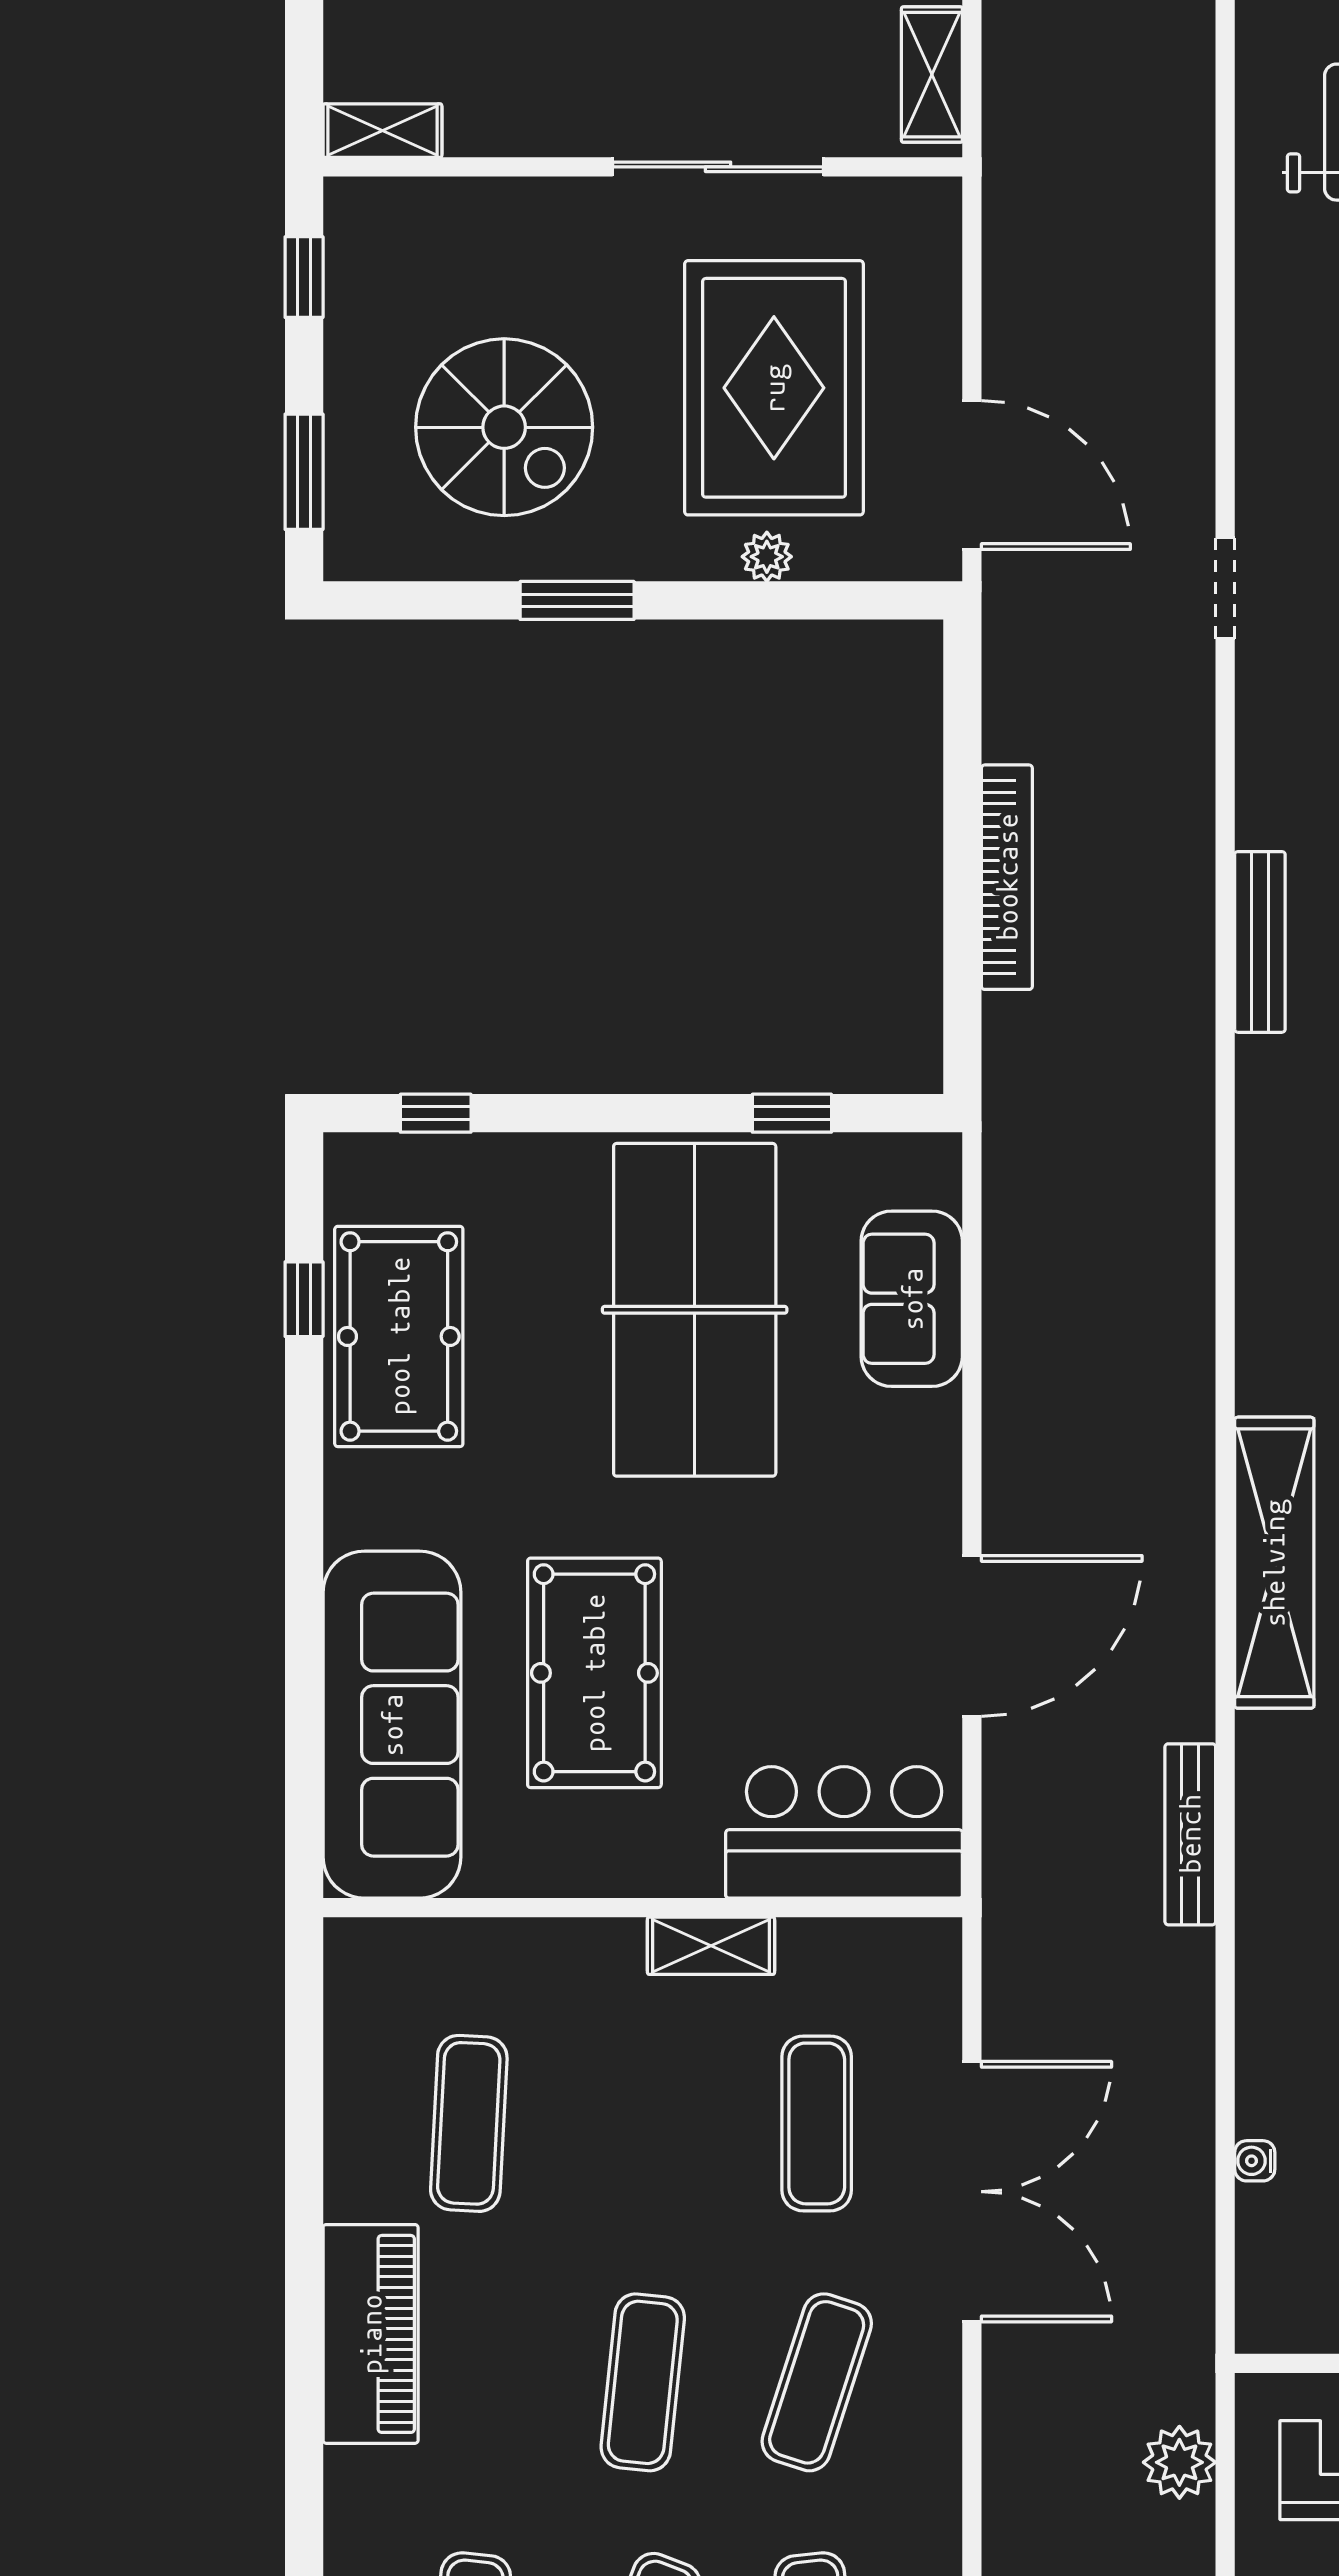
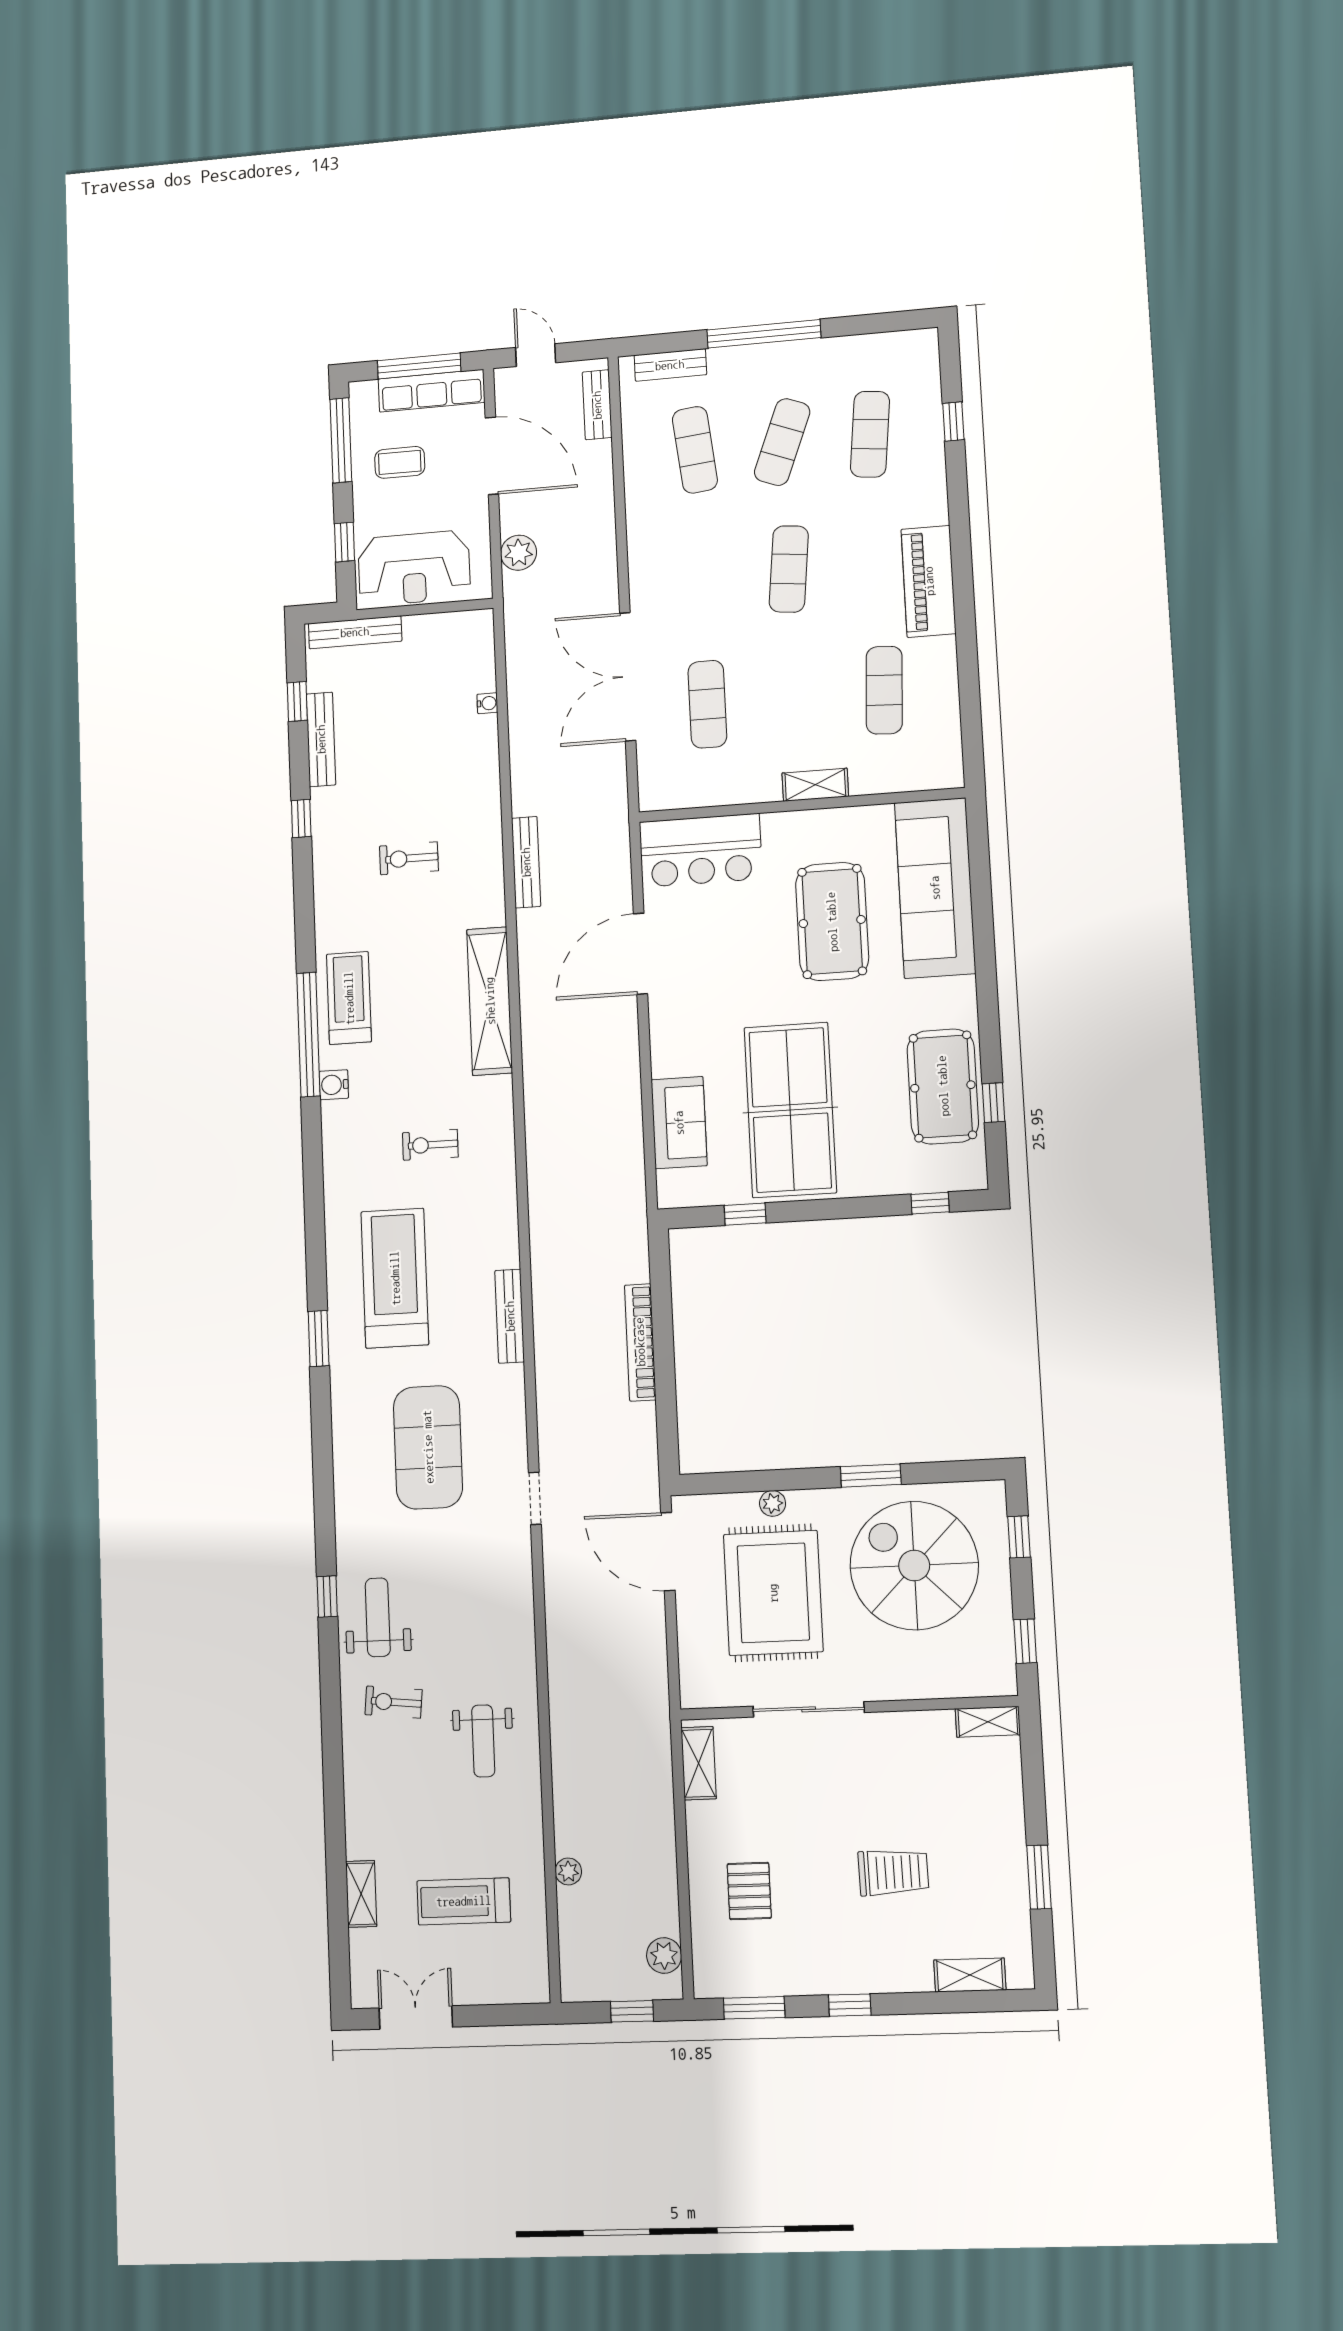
spiral stairs: (504, 427) -> (914, 1566), width x1.37, depth x1.37
window: (304, 472) -> (1019, 1537), width x0.67
shelving: (711, 1946) -> (815, 785), moved
exercise mat: (817, 2382) -> (701, 576), removed

